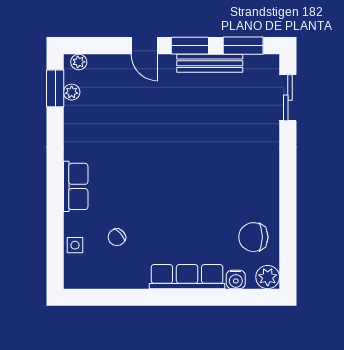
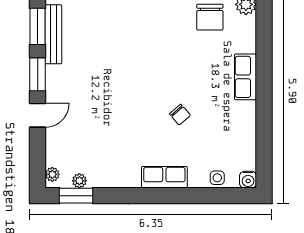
bench: (210, 63) -> (53, 34), moved
chair: (117, 237) -> (180, 115), moved
row of seats: (187, 277) -> (246, 77), width x0.68
water cooler: (236, 279) -> (248, 180), moved, turned 90

